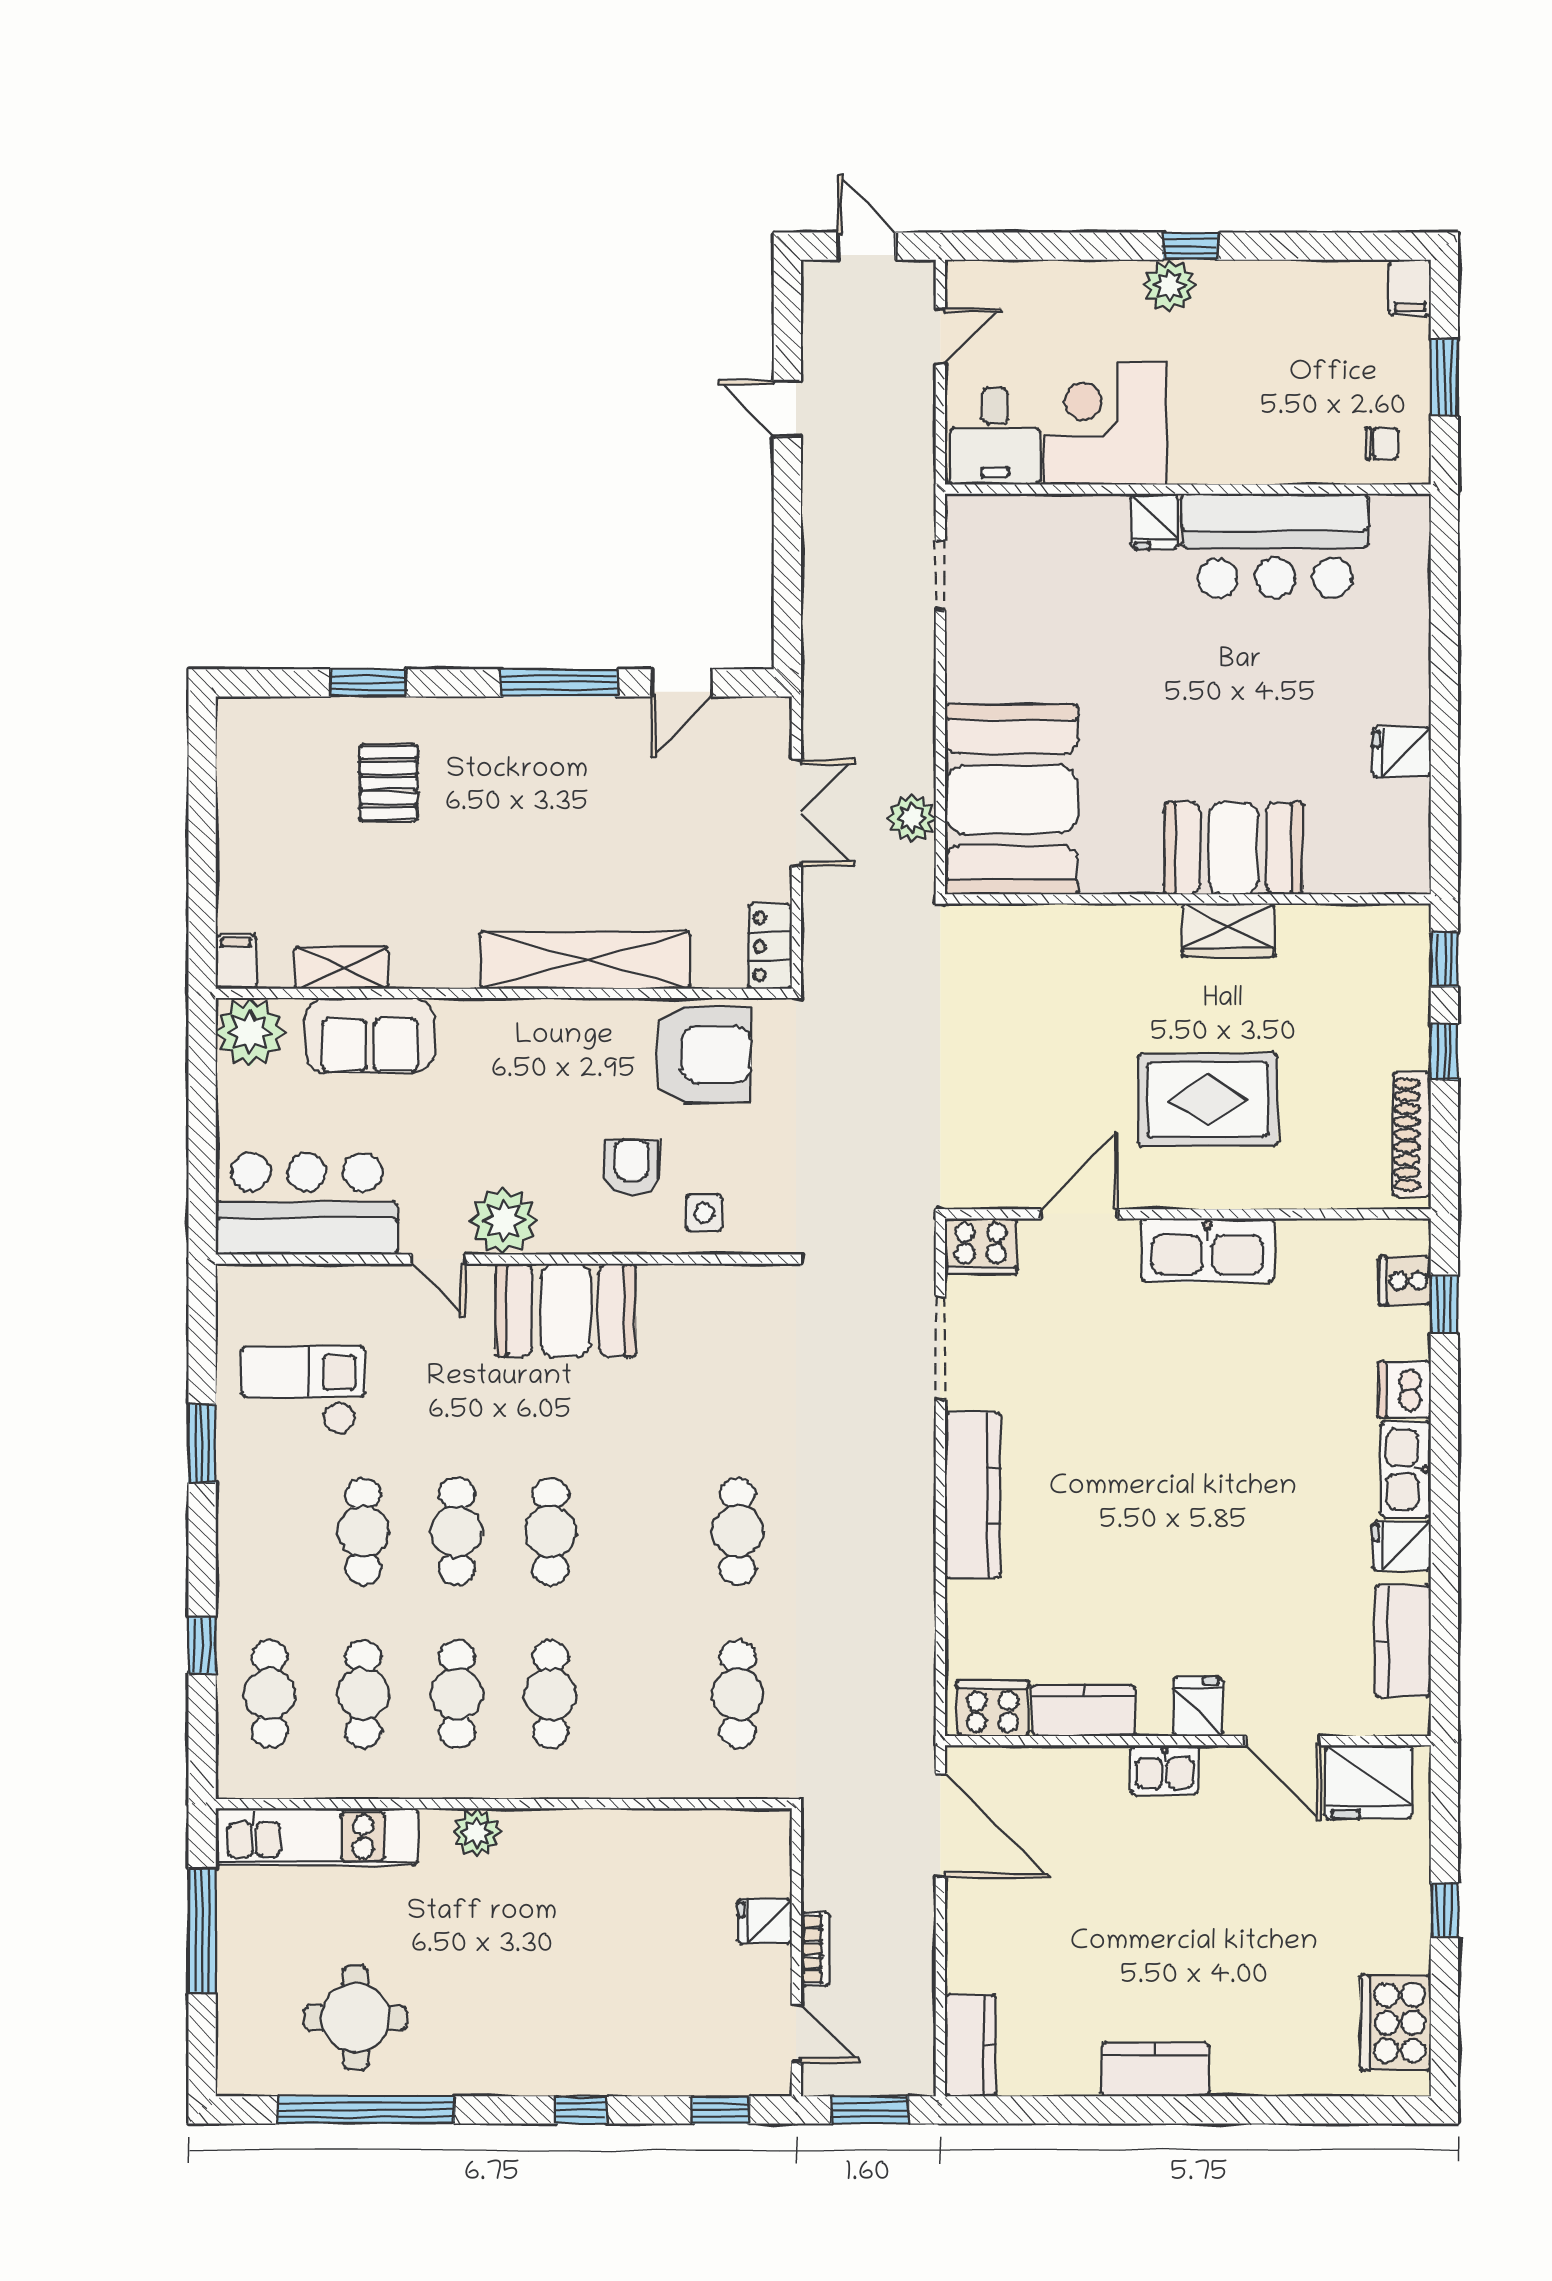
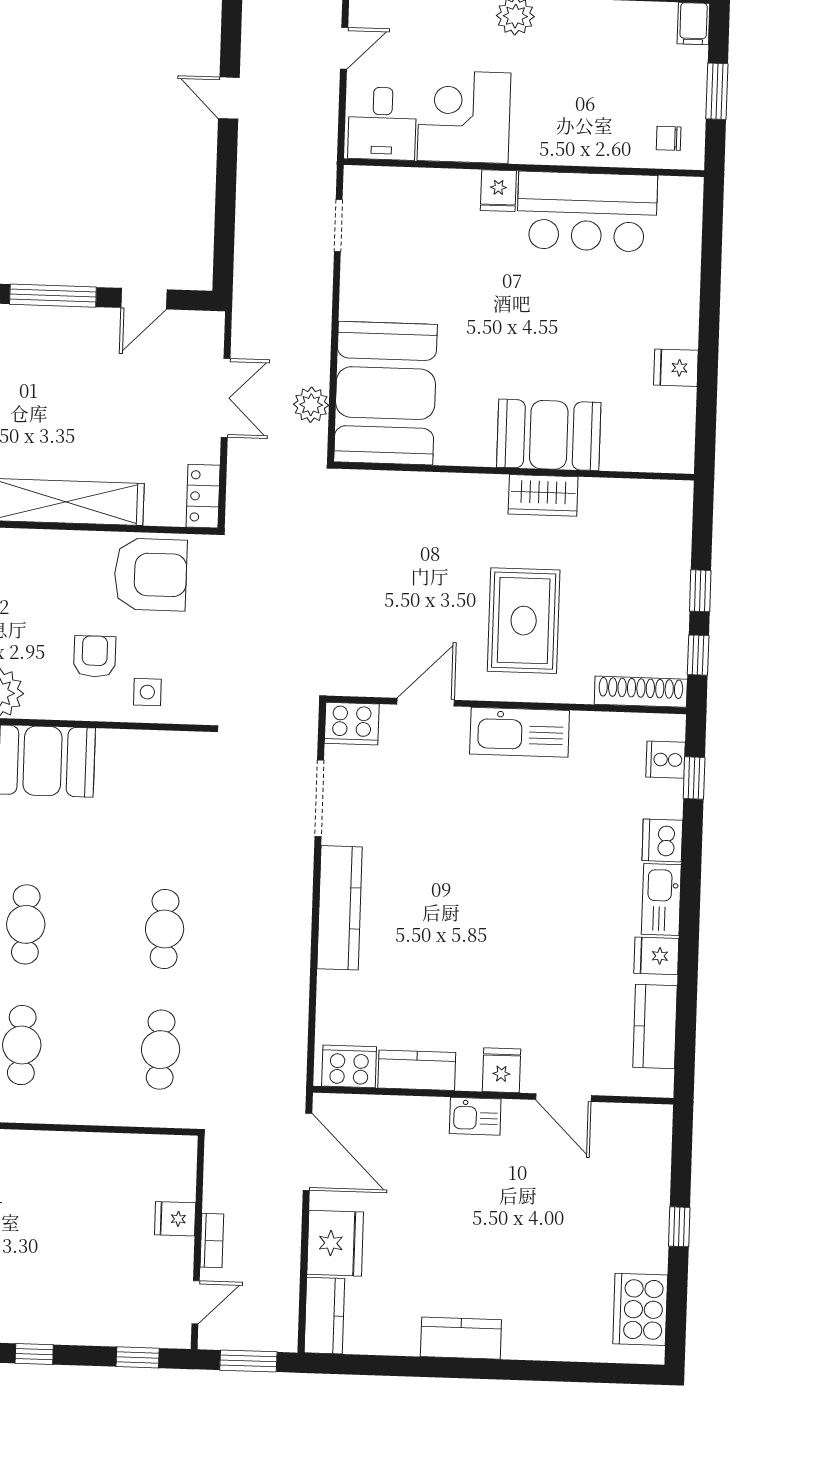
chair: (1382, 443) -> (669, 138), turned 180
window: (1444, 960) -> (698, 655), moved
rug: (1208, 1100) -> (524, 621), turned 90
shoe rack: (1412, 1134) -> (641, 692), moved, turned 90
fridge: (1368, 1782) -> (335, 1243), moved, turned -90
door: (796, 2033) -> (196, 1302), hinge flipped

